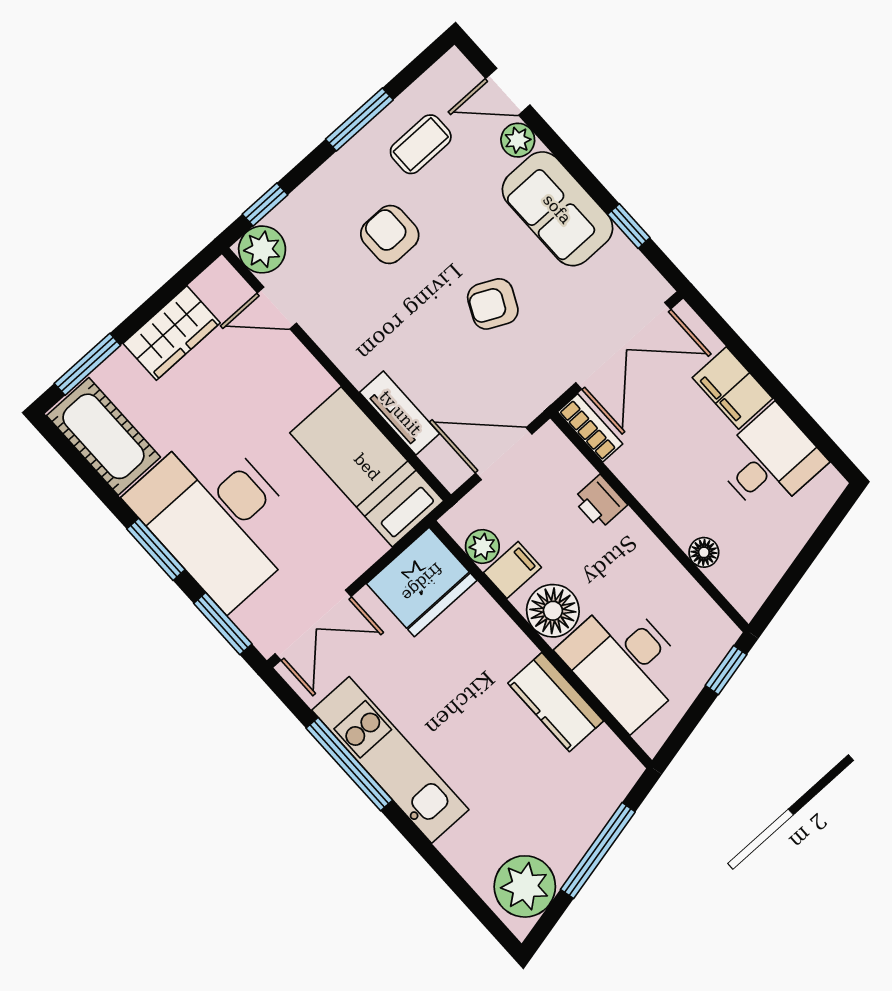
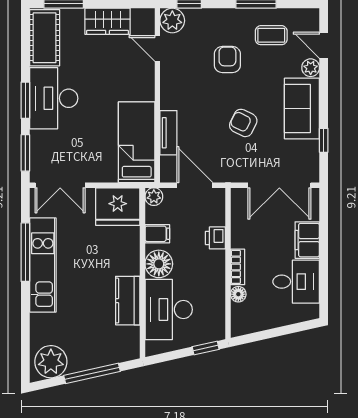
bookcase: (590, 428) -> (238, 267), moved
desk: (218, 517) -> (54, 98), width x0.73, depth x0.77
plant: (482, 546) -> (154, 197), moved

